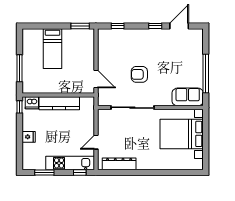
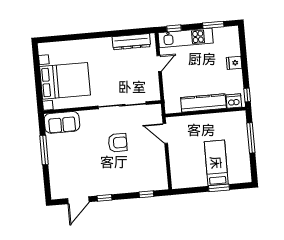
window: (80, 26) -> (219, 188), moved
window: (206, 74) -> (44, 150), width x0.68

